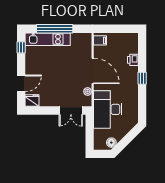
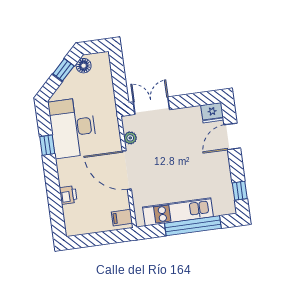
kitchen unit: (48, 39) -> (178, 212), moved
window: (142, 78) -> (47, 145), moved
desk: (108, 109) -> (73, 128), moved, turned 180
window: (125, 142) -> (63, 70), added

